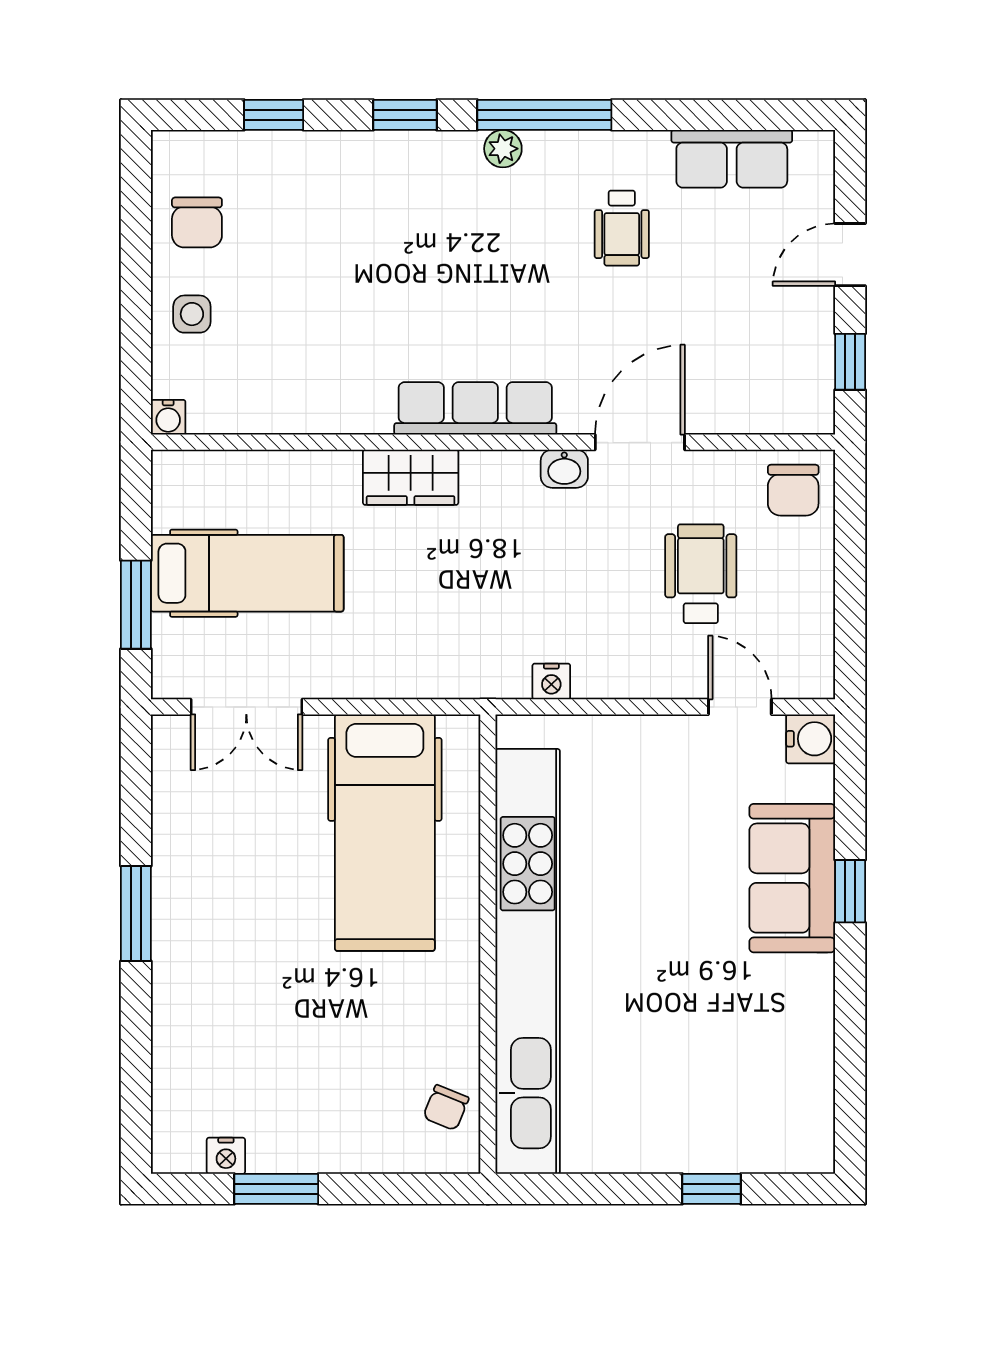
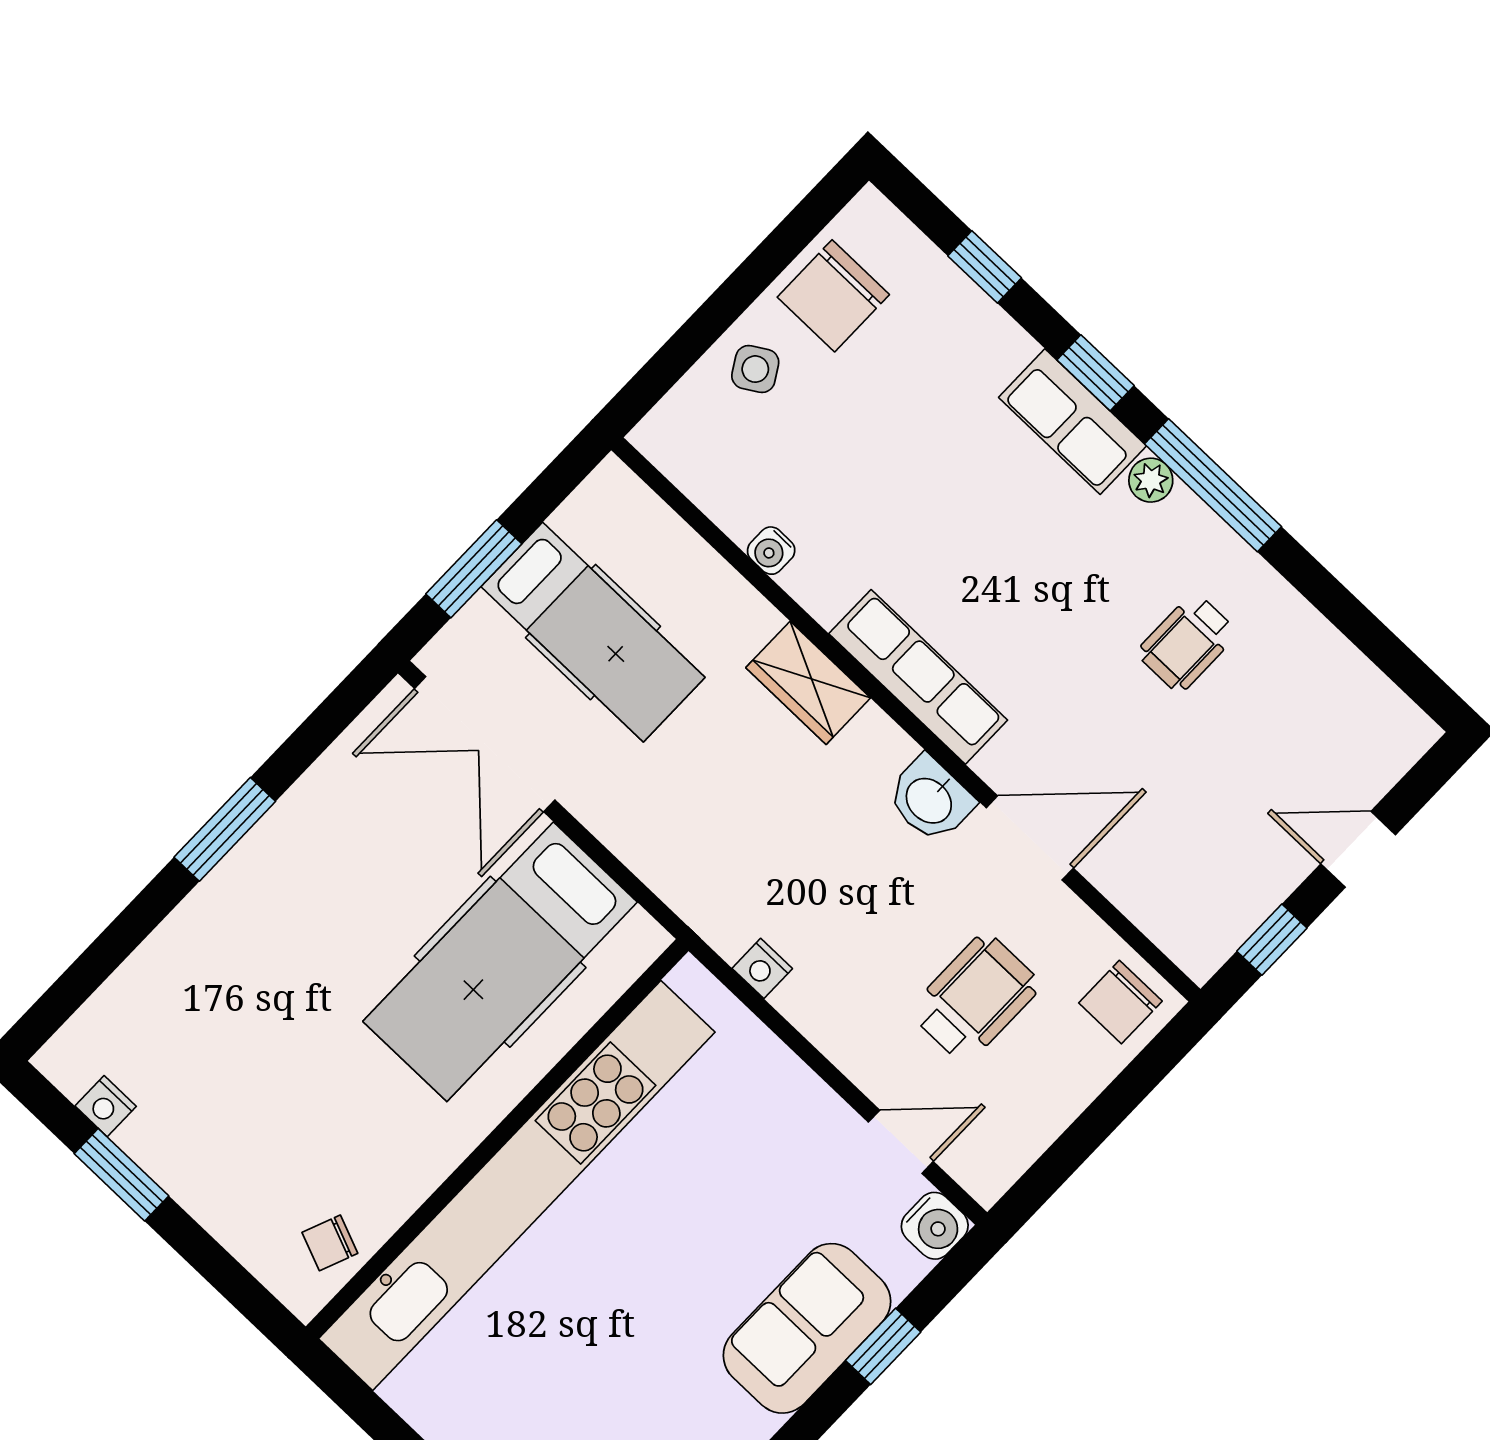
row of seats: (732, 159) -> (1073, 422), moved
chair: (197, 222) -> (833, 296), width x1.37, depth x1.37
side table: (192, 314) -> (755, 369), turned -31
water cooler: (168, 417) -> (771, 551), moved
washbasin: (564, 469) -> (930, 799), width x1.38, depth x1.45
double door: (246, 707) -> (485, 744), width x1.37
door: (740, 707) -> (901, 1142), hinge flipped
window: (850, 891) -> (883, 1346), moved

